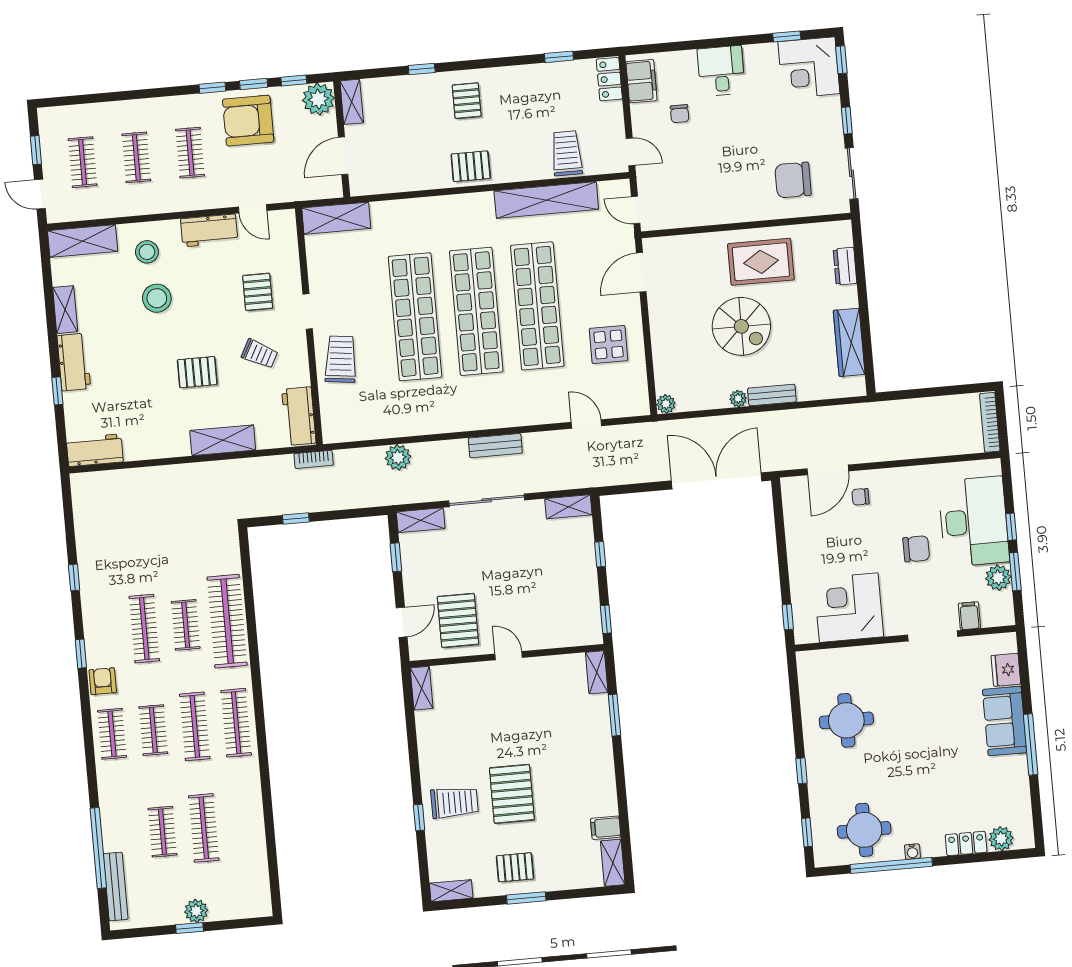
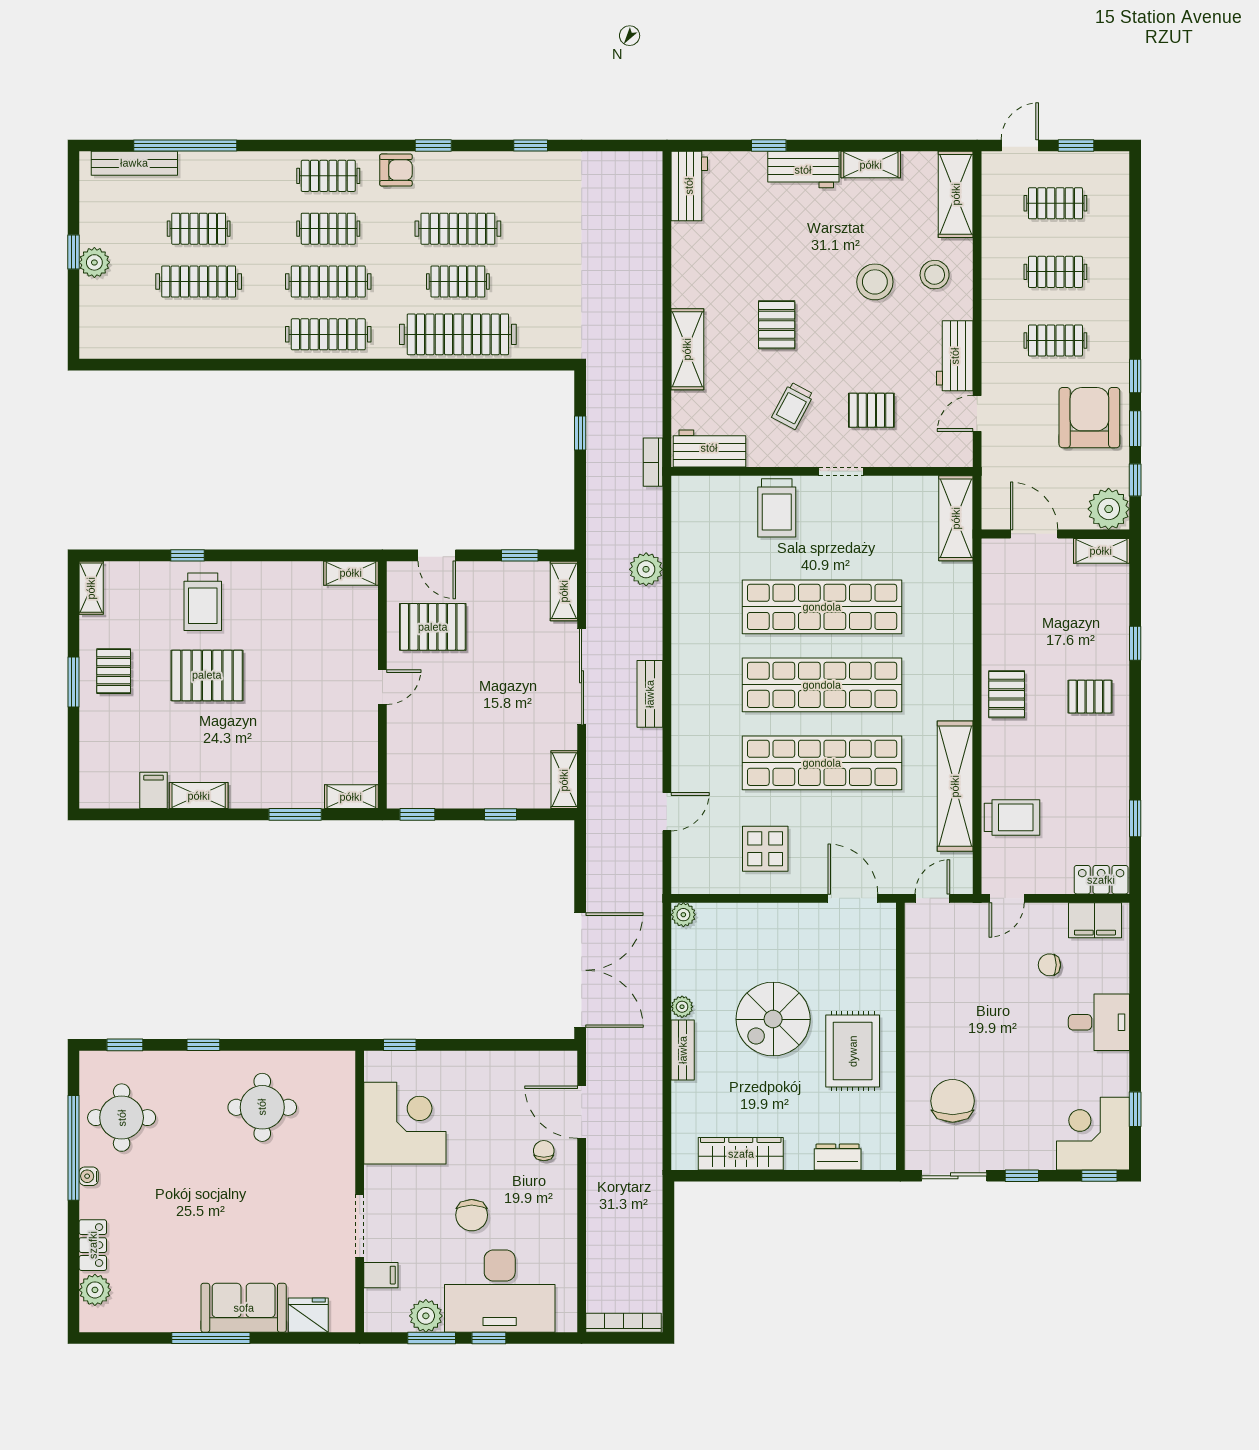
trolley: (341, 359) -> (777, 508), turned 83
shelving: (613, 863) -> (199, 796), moved

